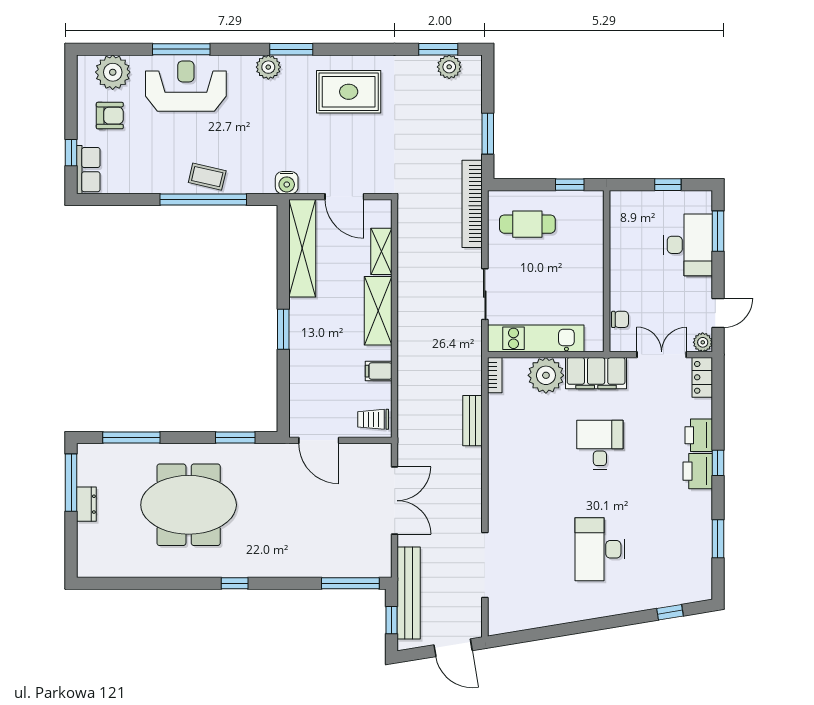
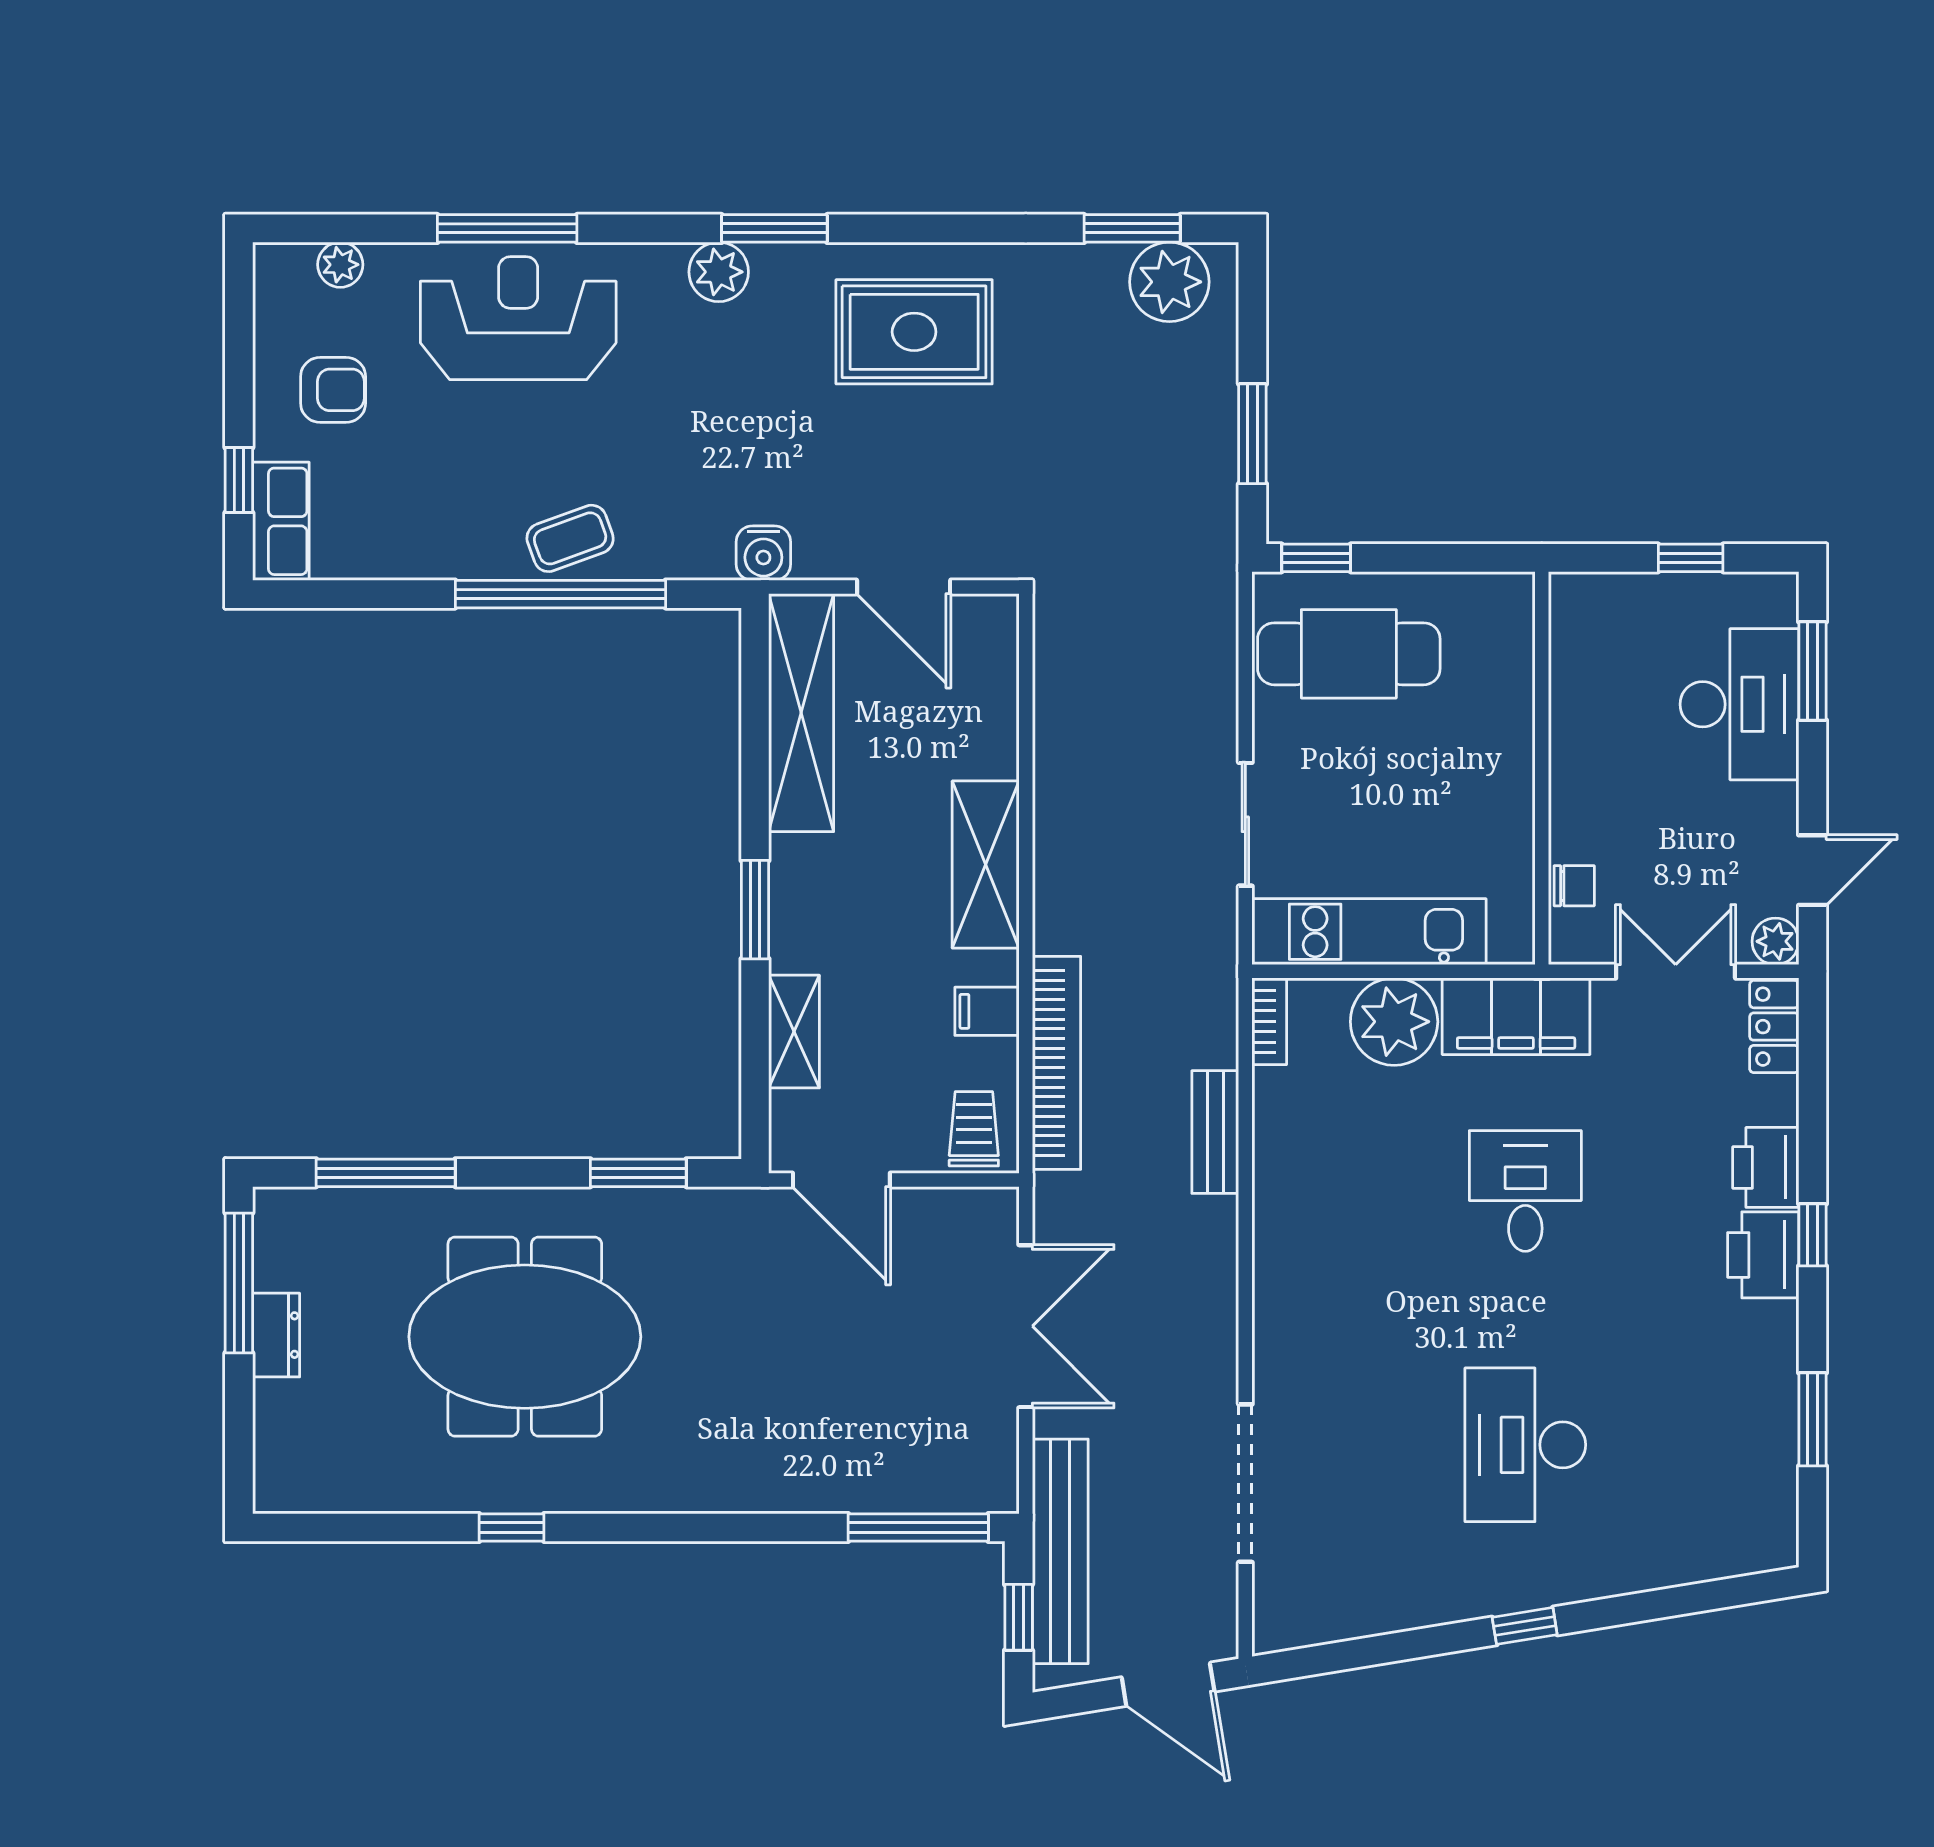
plant: (449, 67) -> (1169, 282), width x1.36, depth x1.36
plant: (113, 72) -> (340, 265), width x0.53, depth x0.53
coffee table: (207, 177) -> (570, 538), turned -33
window: (570, 185) -> (1316, 558), moved
bookcase: (472, 204) -> (1056, 1063), moved, turned 180
cafe table: (527, 224) -> (1349, 654), width x1.37, depth x1.35
shelving: (381, 251) -> (794, 1032), moved
trolley: (373, 419) -> (974, 1129), turned 90
window: (235, 583) -> (512, 1528), moved
window: (670, 612) -> (1525, 1626), moved

